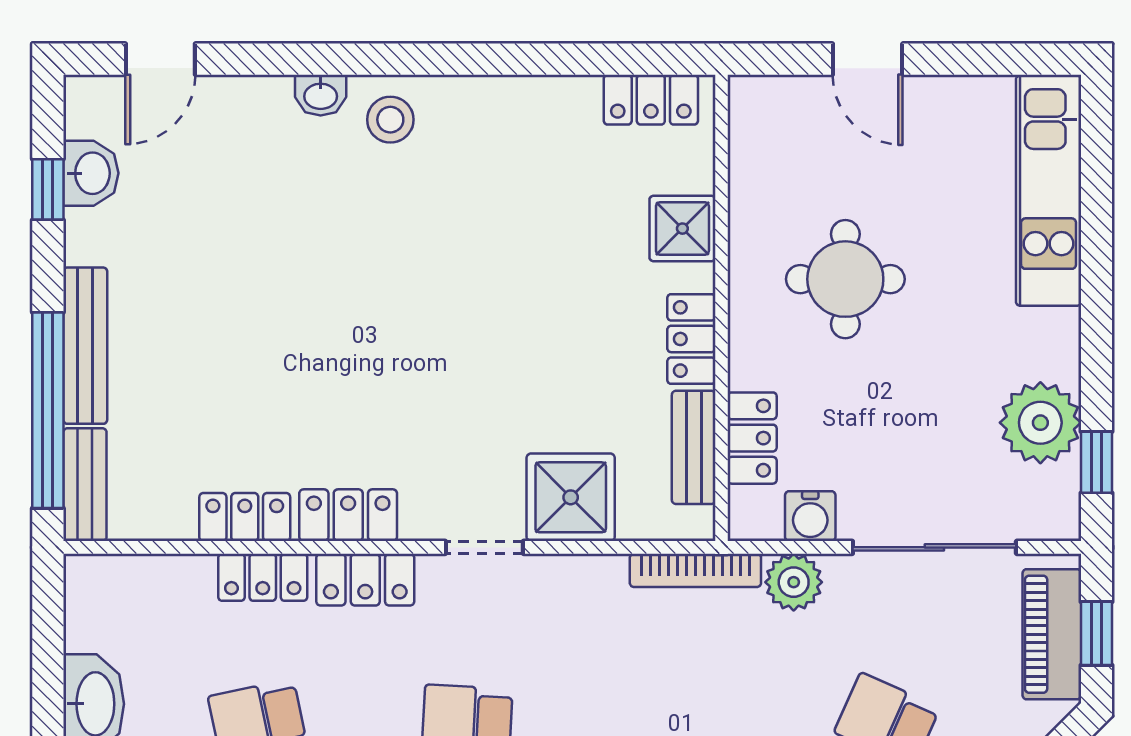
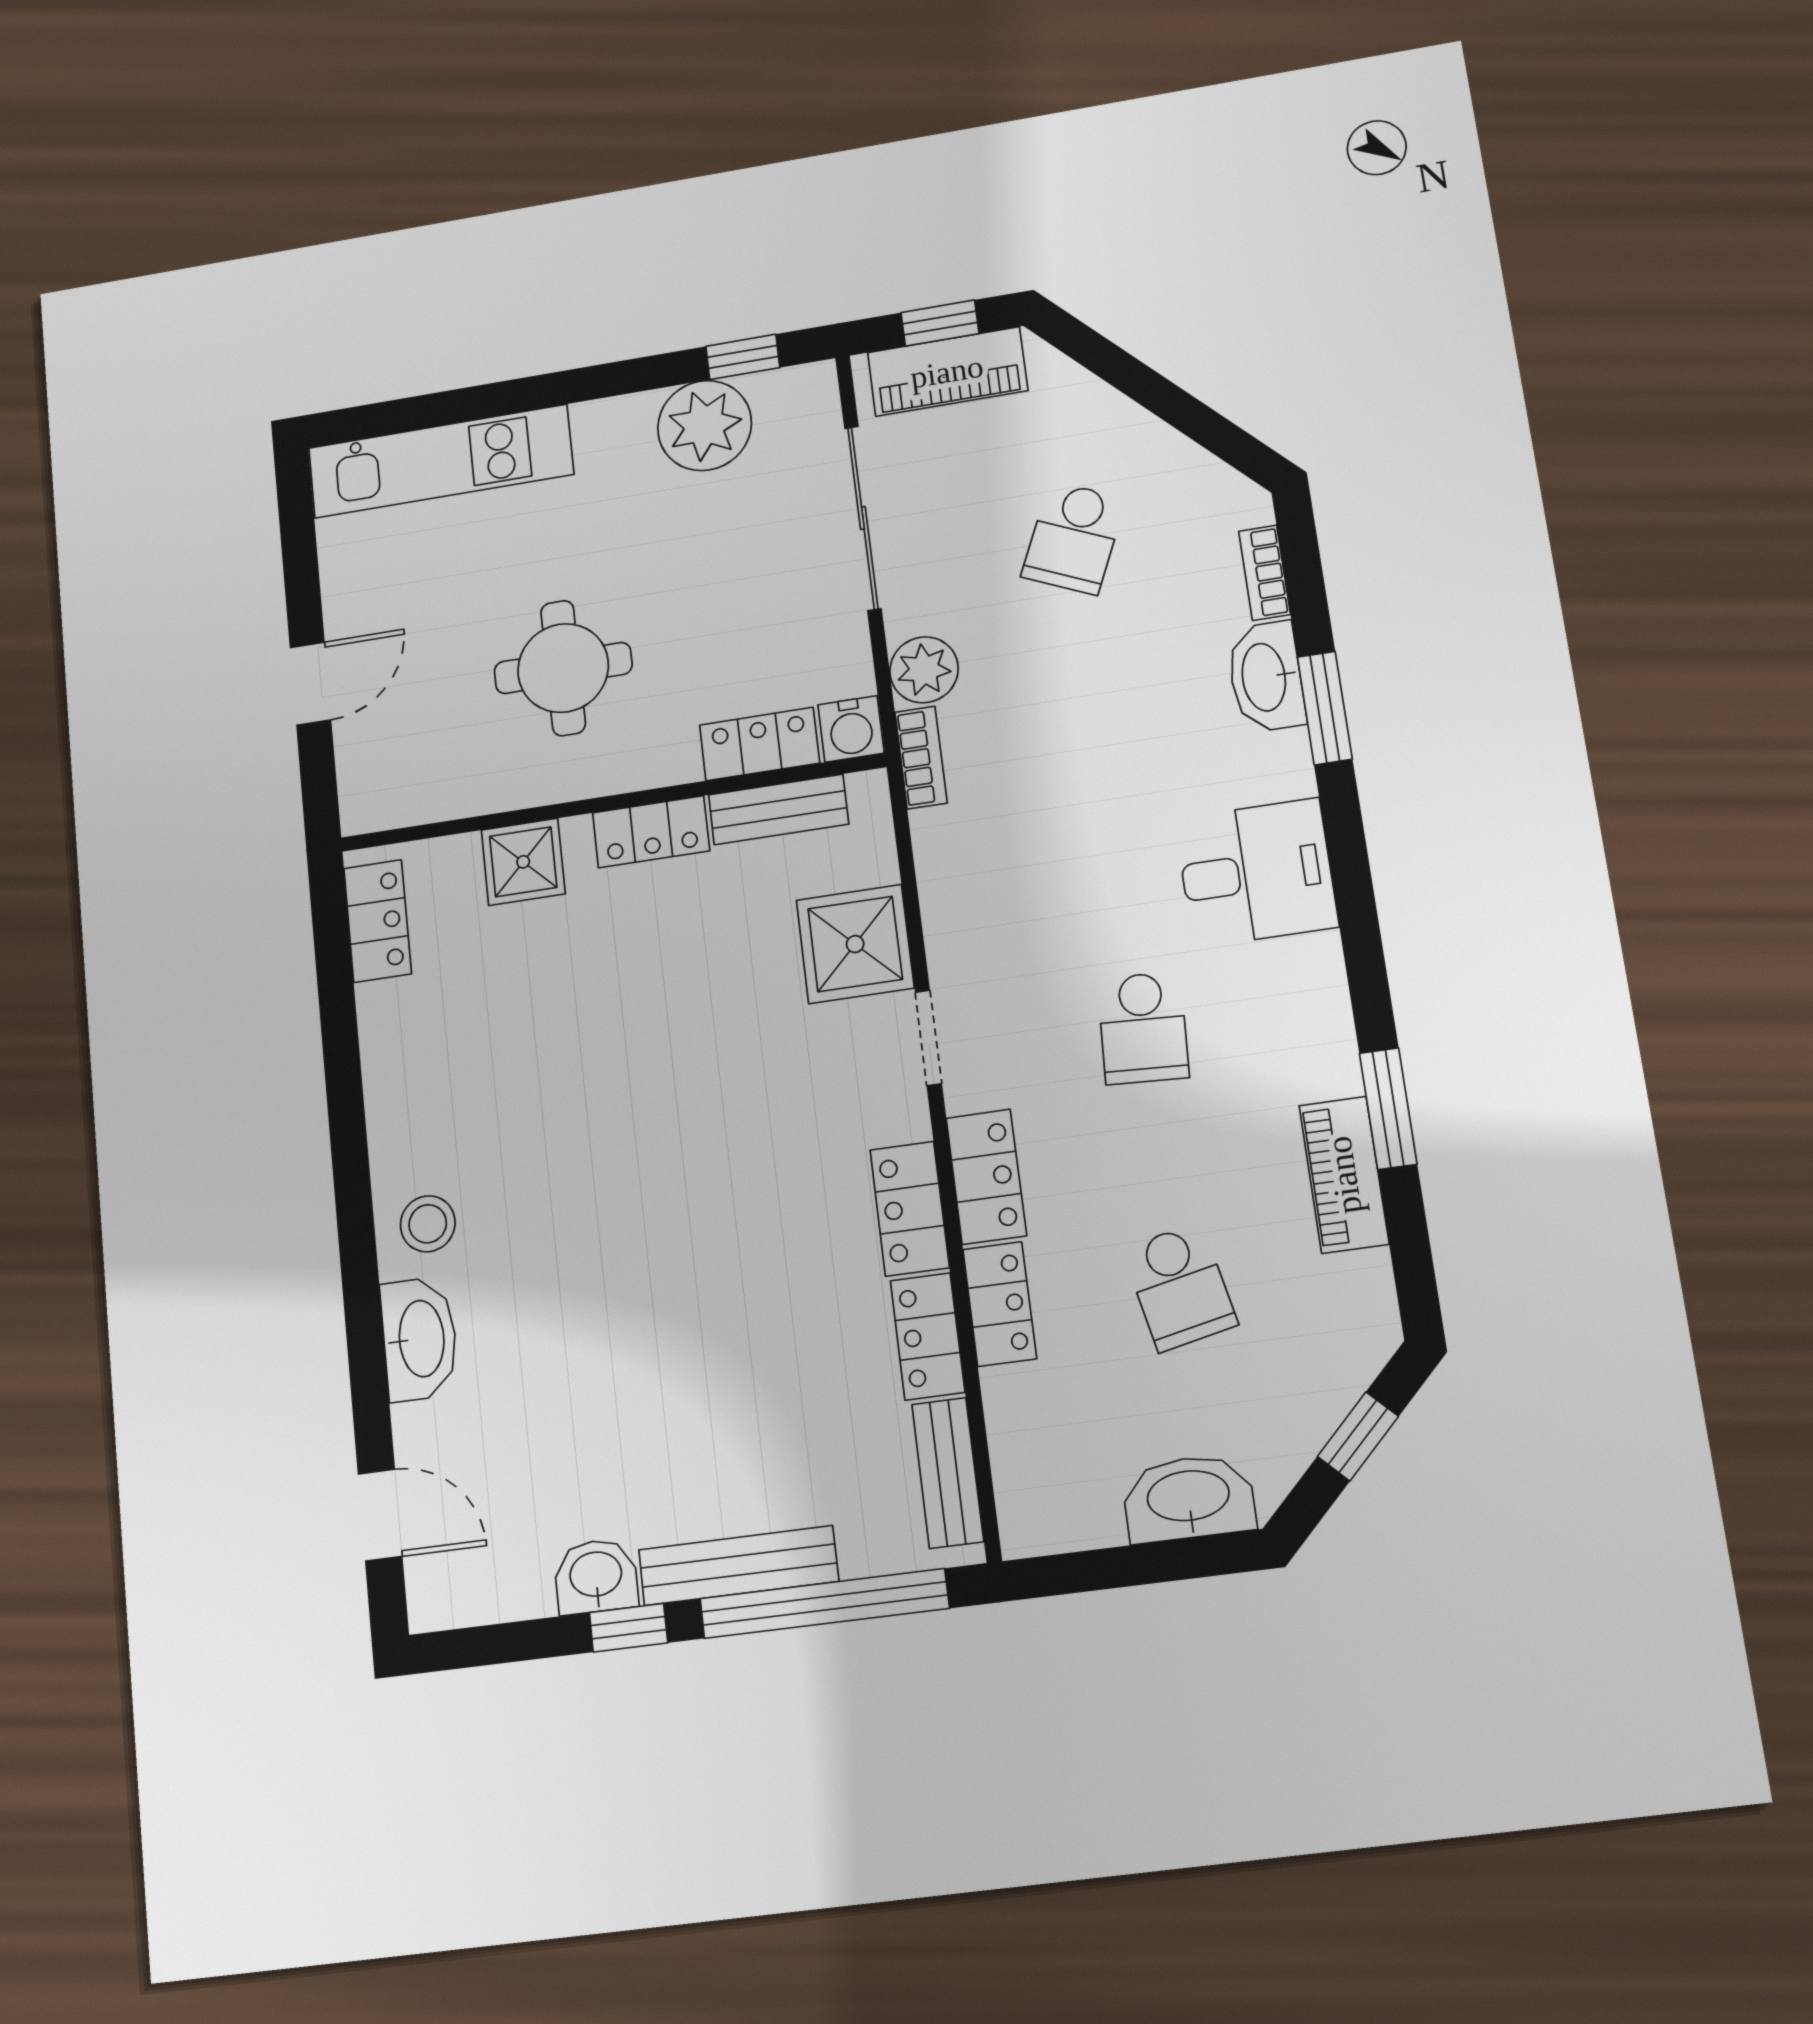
washbasin: (321, 95) -> (420, 1339), width x1.91, depth x1.45
washbasin: (91, 173) -> (596, 1576), moved
window: (48, 189) -> (628, 1628), moved
bench: (85, 485) -> (948, 1473), moved, turned 90
water cooler: (810, 516) -> (851, 729), moved, turned 90
bookcase: (695, 570) -> (921, 758), width x0.64

